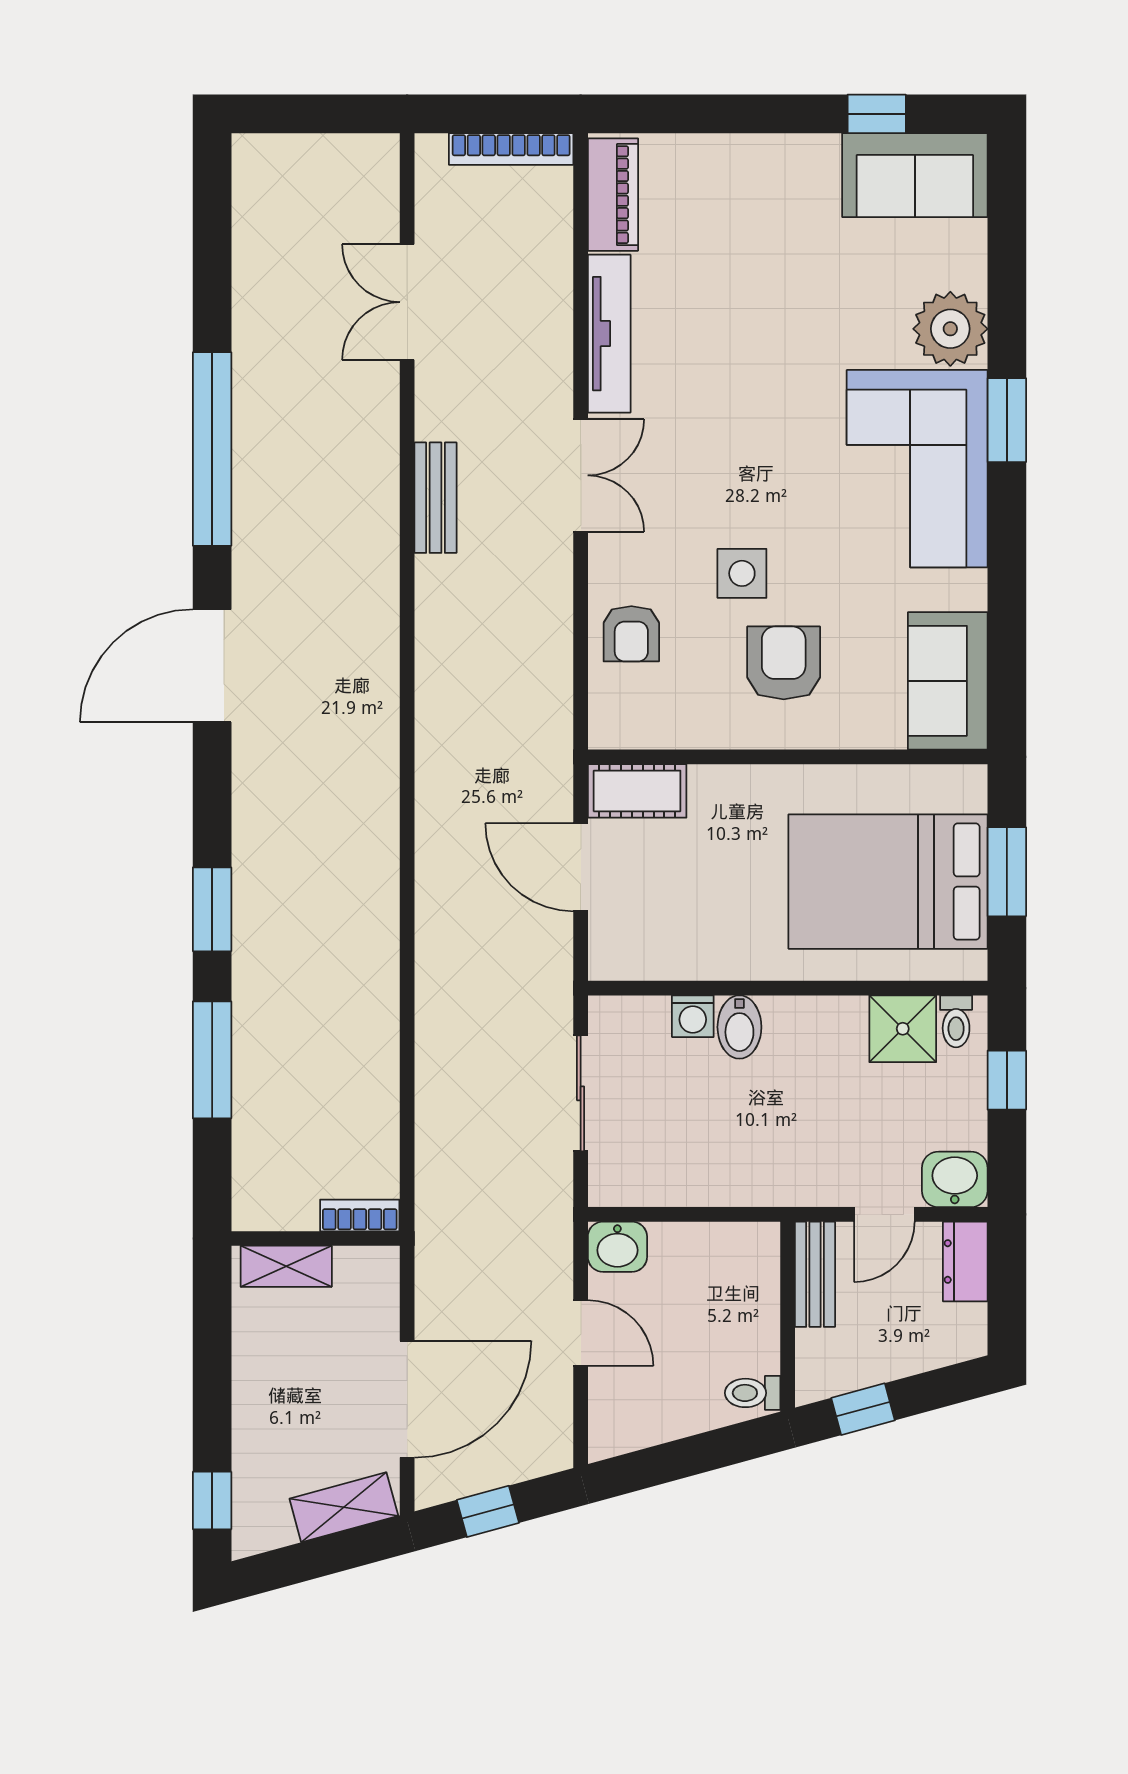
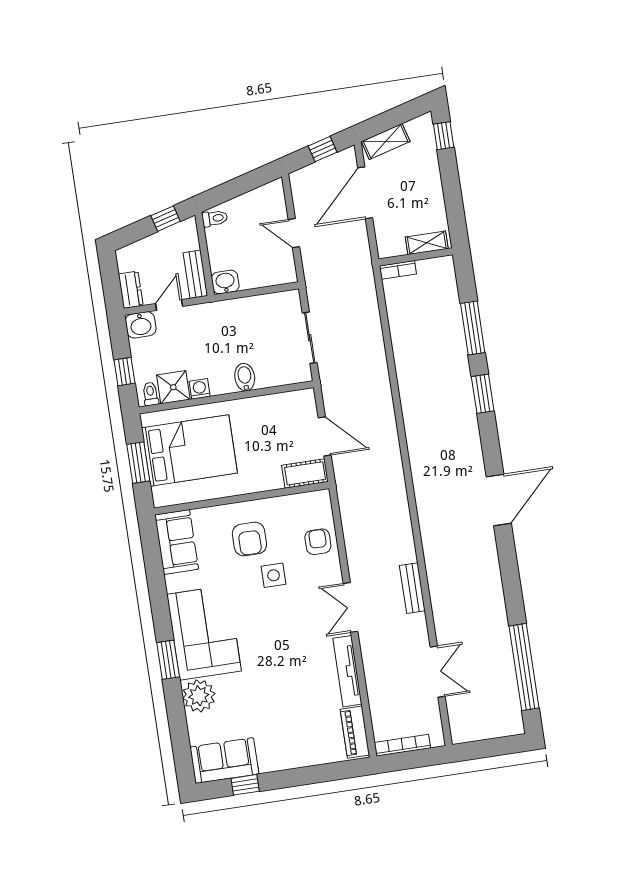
window: (212, 449) -> (524, 667), moved
washing machine: (693, 1016) -> (200, 389), moved
washbasin: (617, 1247) -> (225, 282), moved

